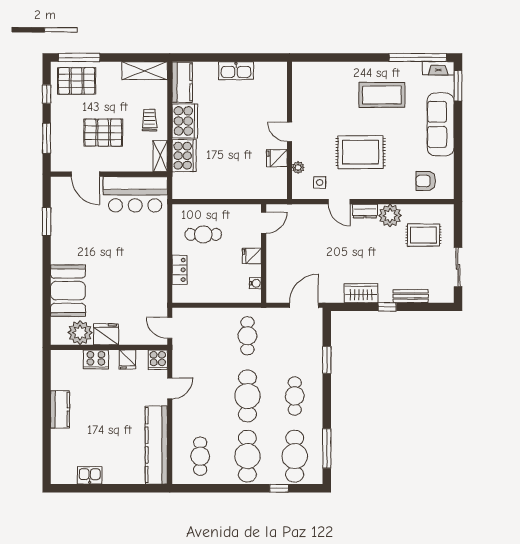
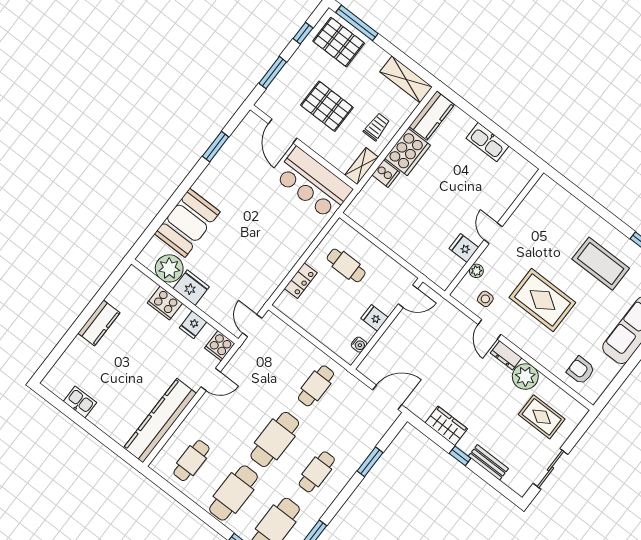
cooker: (184, 156) -> (386, 174), width x0.53, depth x0.76

